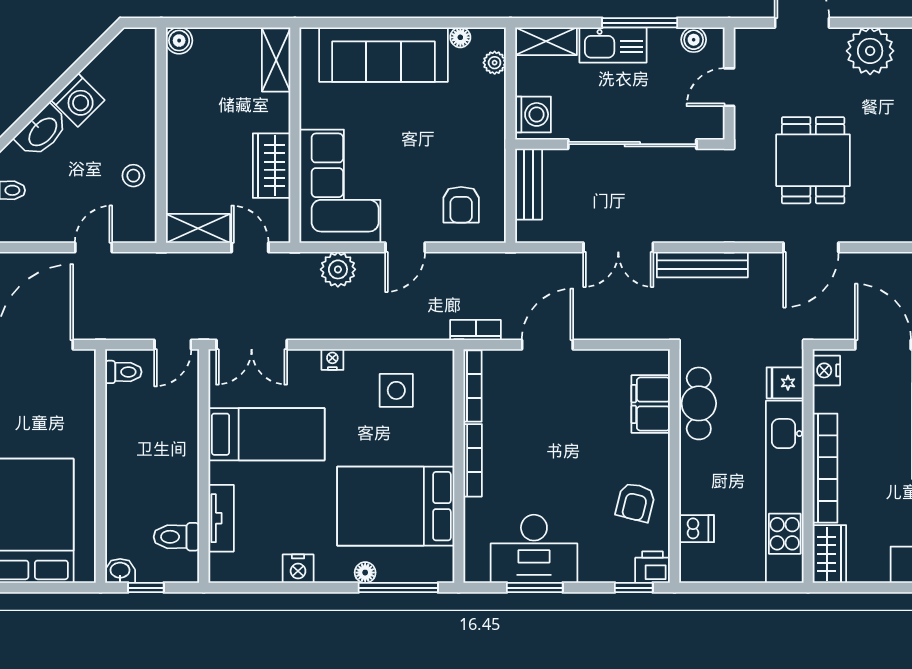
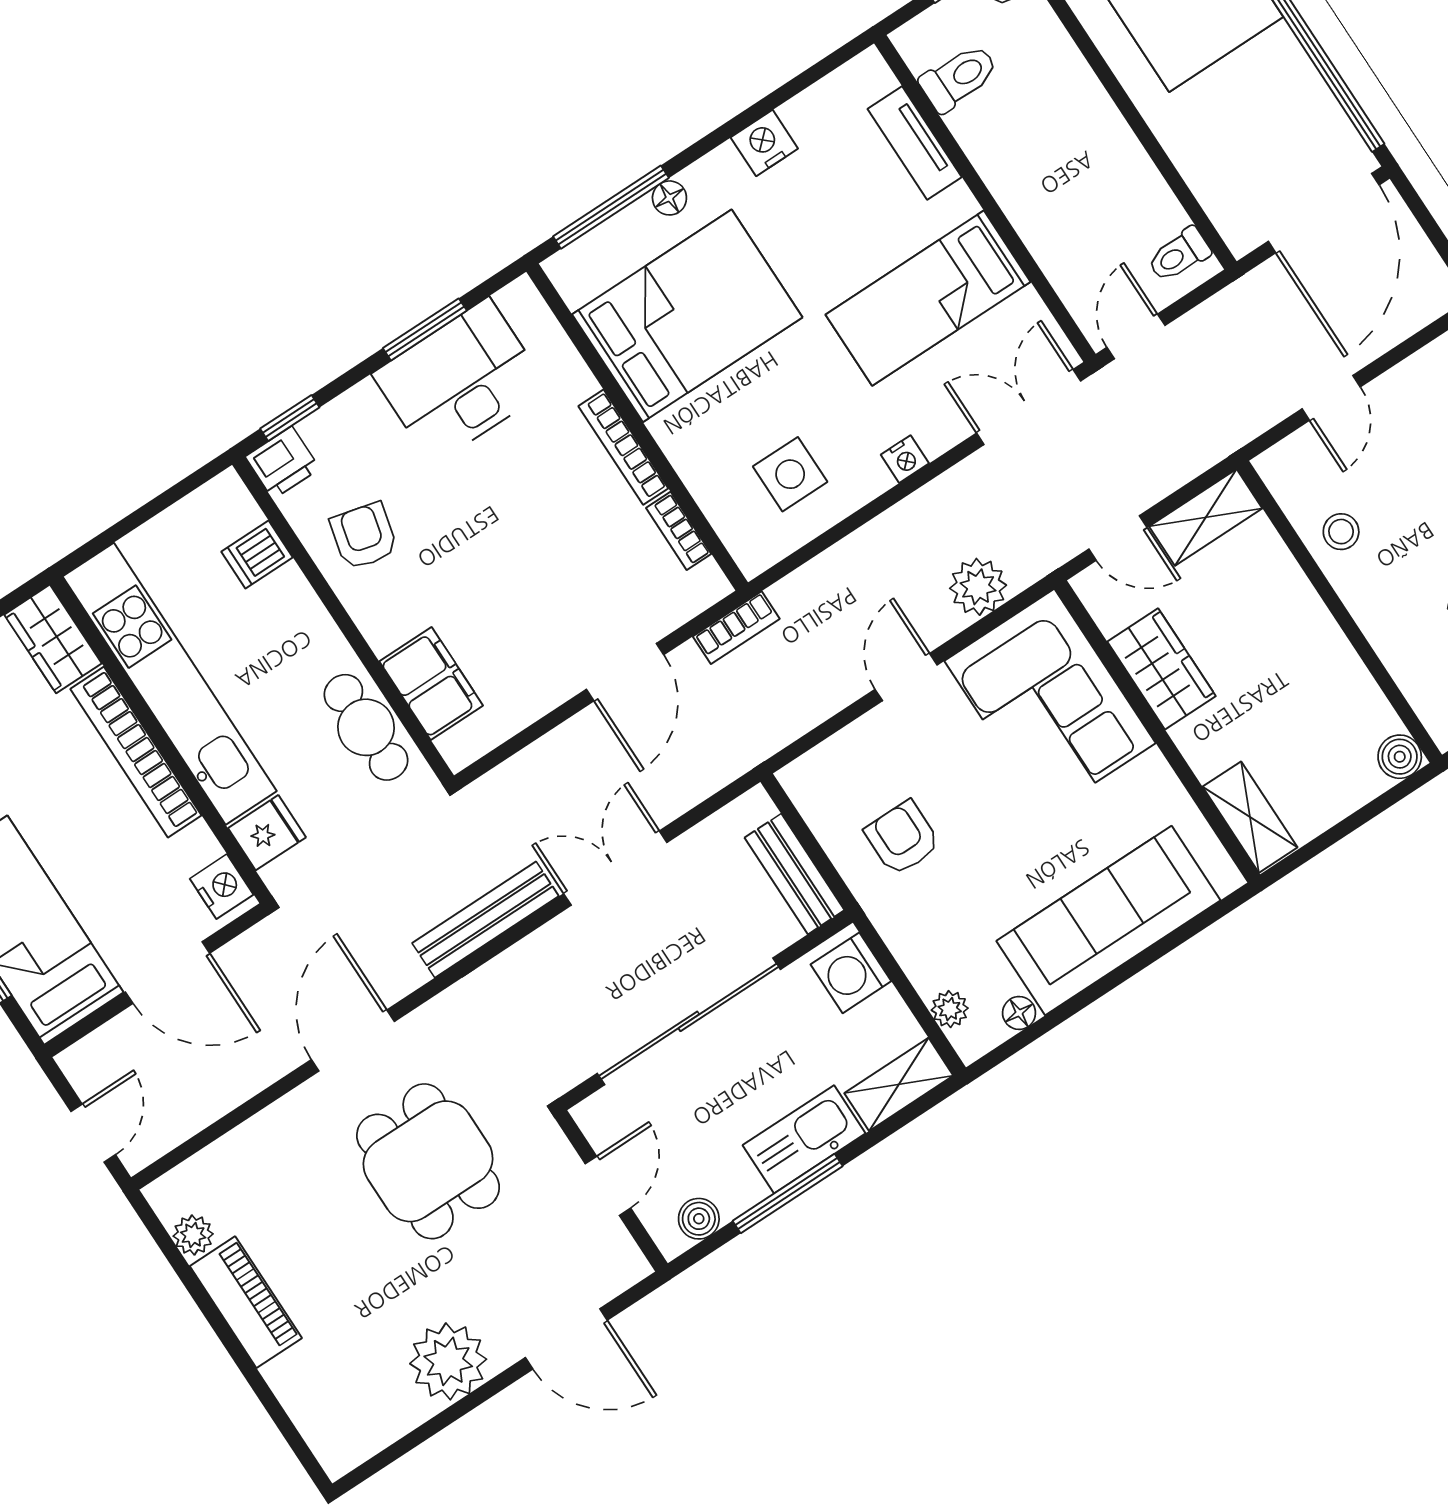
armchair: (461, 205) -> (902, 838), moved
bookcase: (473, 386) -> (679, 531), width x0.64

